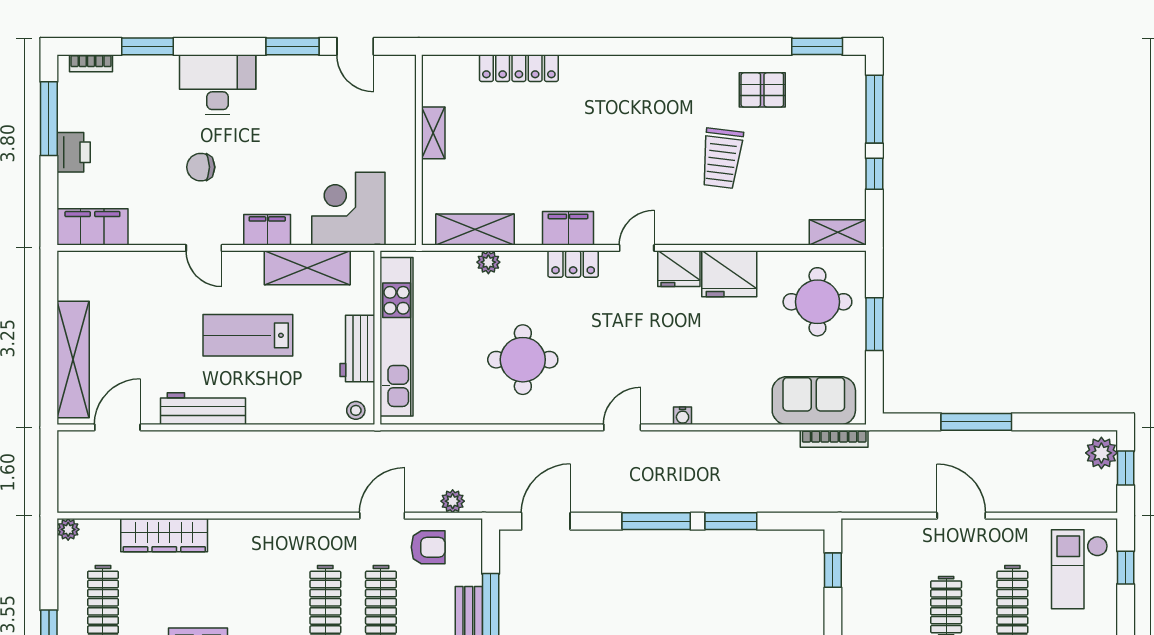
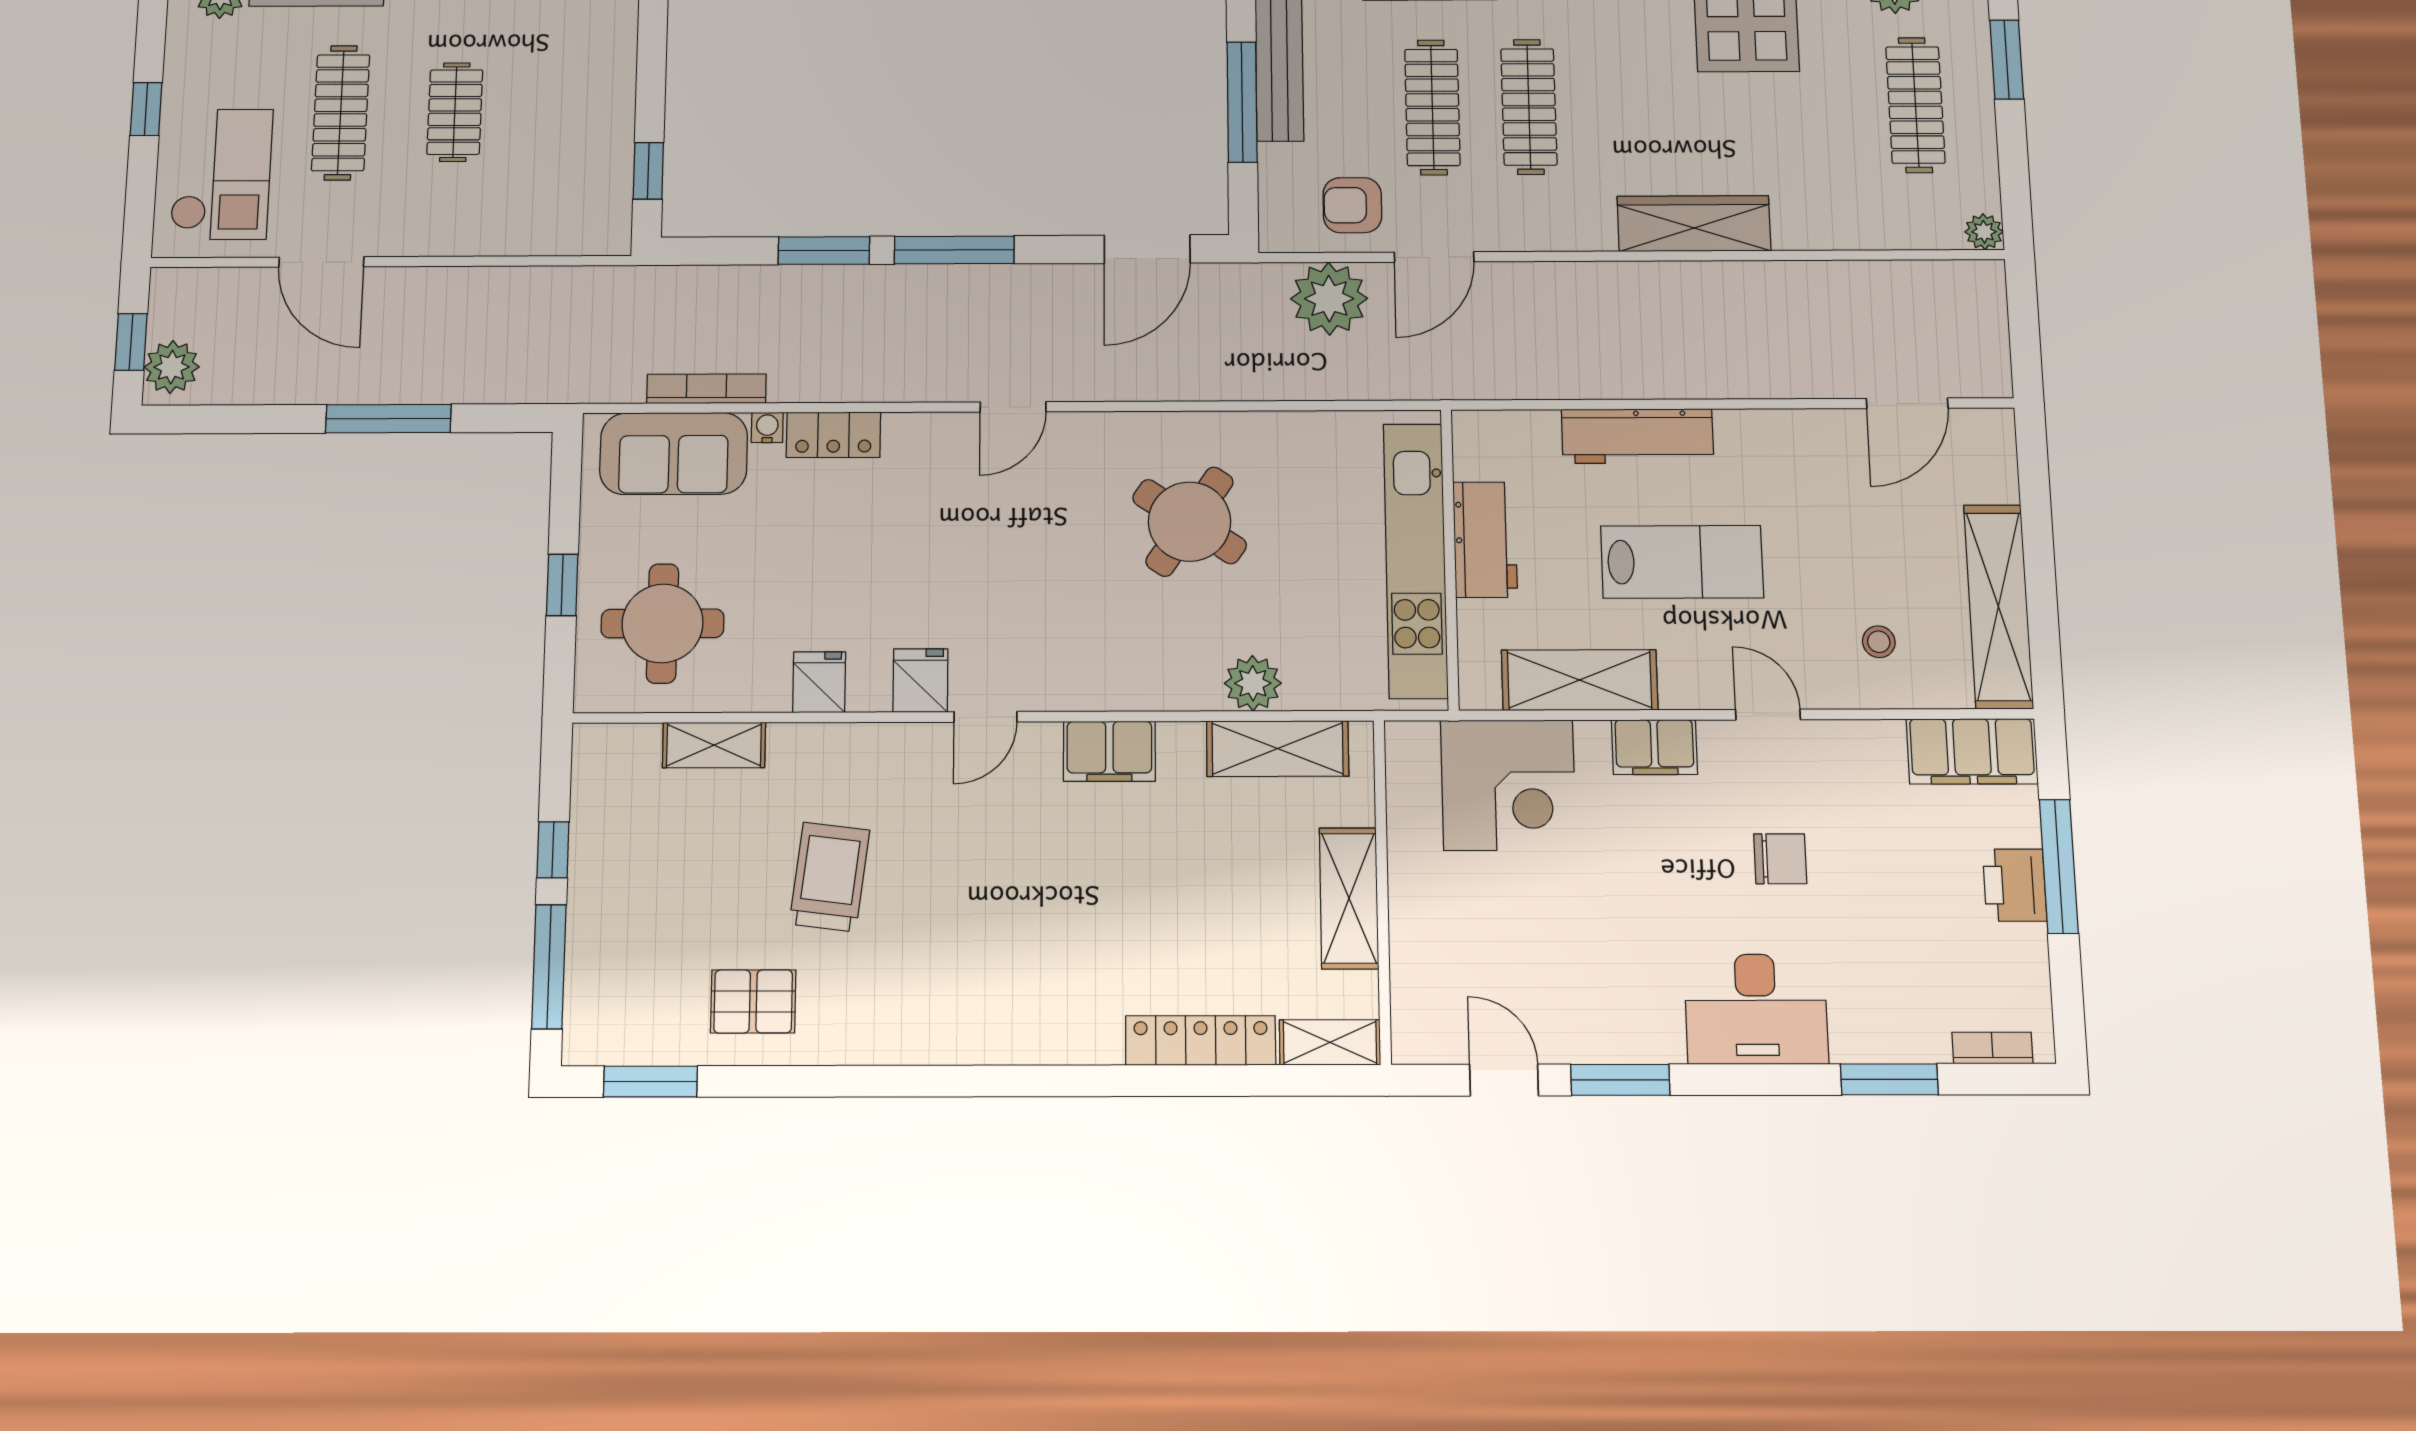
shelving: (449, 67) -> (1330, 1042), added
window: (49, 119) -> (2059, 866), moved
shelving: (433, 133) -> (1349, 898), width x1.50, depth x1.33
shelving: (838, 232) -> (714, 745), moved
plant: (488, 262) -> (1253, 683), width x1.38, depth x1.38
locker: (573, 264) -> (833, 435), moved, turned 180
fridge: (679, 269) -> (920, 680), width x0.72
fridge: (729, 274) -> (819, 682), width x0.53, depth x0.75
window: (874, 324) -> (562, 585), width x0.67
shelving: (73, 360) -> (1998, 606), moved
round table: (523, 360) -> (1190, 522), turned 34
workbench: (203, 409) -> (1637, 436), moved
stool: (356, 410) -> (1879, 642), moved
water cooler: (683, 416) -> (767, 427), moved
bookcase: (834, 439) -> (706, 389), moved
plant: (453, 501) -> (1329, 299), width x1.87, depth x1.87
door: (961, 516) -> (321, 262), moved
wardrobe: (164, 535) -> (1694, 224), moved
window: (1126, 568) -> (146, 109), moved

